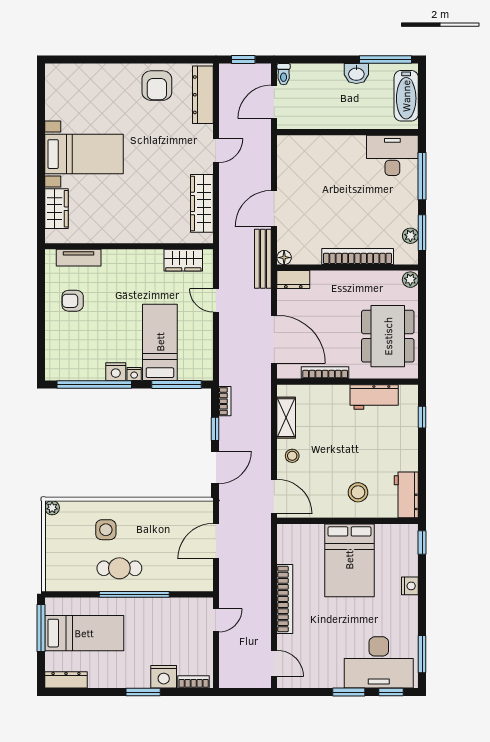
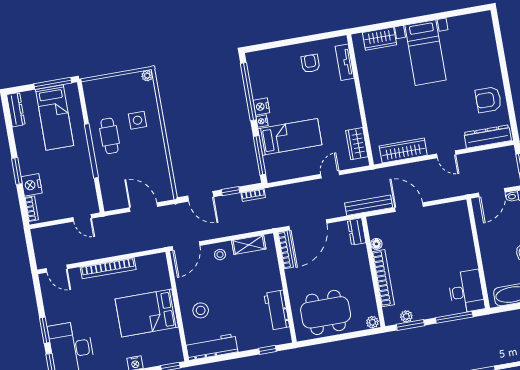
door: (274, 102) -> (492, 193), swing flipped
floor lamp: (284, 258) -> (376, 244), moved
bookcase: (325, 373) -> (286, 250), moved
workbench: (406, 495) -> (212, 347), width x1.38
door: (274, 663) -> (57, 269), hinge flipped

